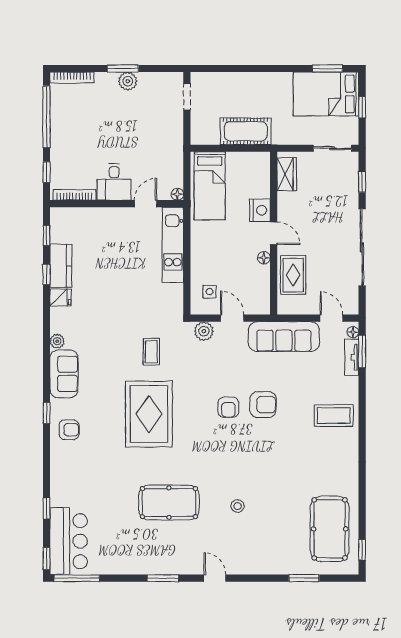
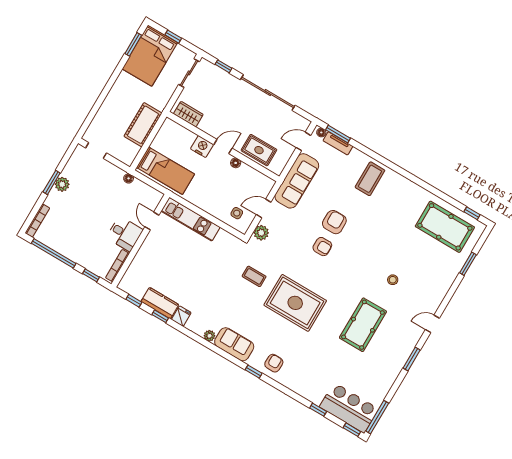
floor lamp: (177, 194) -> (129, 178), moved

